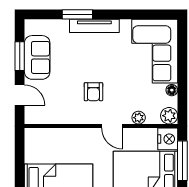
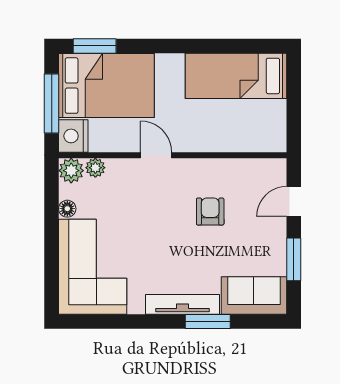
sofa: (37, 57) -> (254, 295), moved, turned 90
armchair: (93, 92) -> (210, 212), moved
door: (20, 95) -> (294, 201), hinge flipped
plant: (139, 118) -> (95, 168), moved

